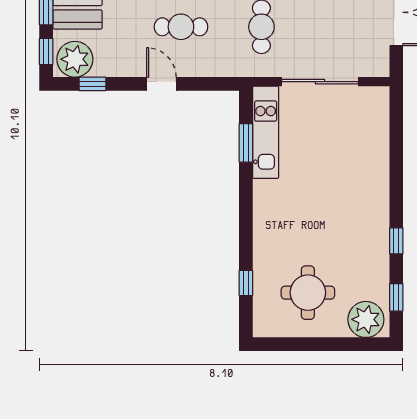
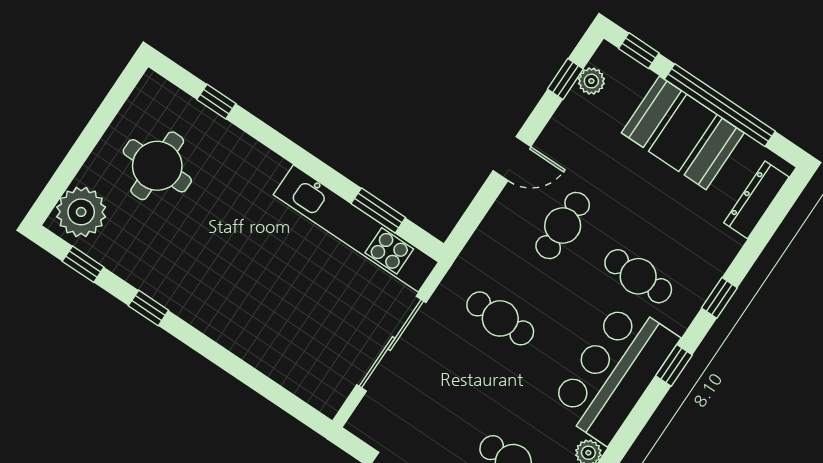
plant: (75, 59) -> (591, 81), width x0.53, depth x0.53
kitchen unit: (266, 132) -> (356, 228), width x1.36

